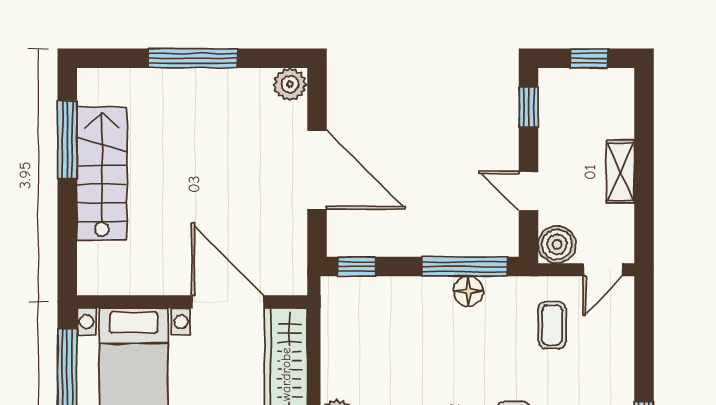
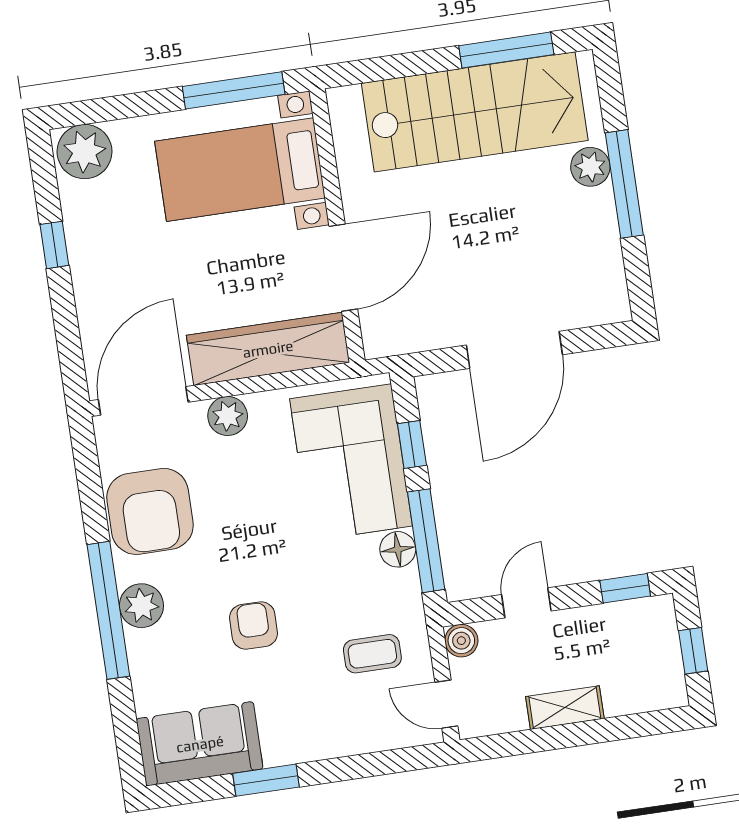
plant: (290, 84) -> (590, 167), moved
stairs: (102, 174) -> (475, 112), width x1.36, depth x1.51
boiler: (557, 245) -> (461, 641), width x0.73, depth x0.73
window: (357, 267) -> (412, 445), moved
corner sofa: (390, 319) -> (351, 462), added

